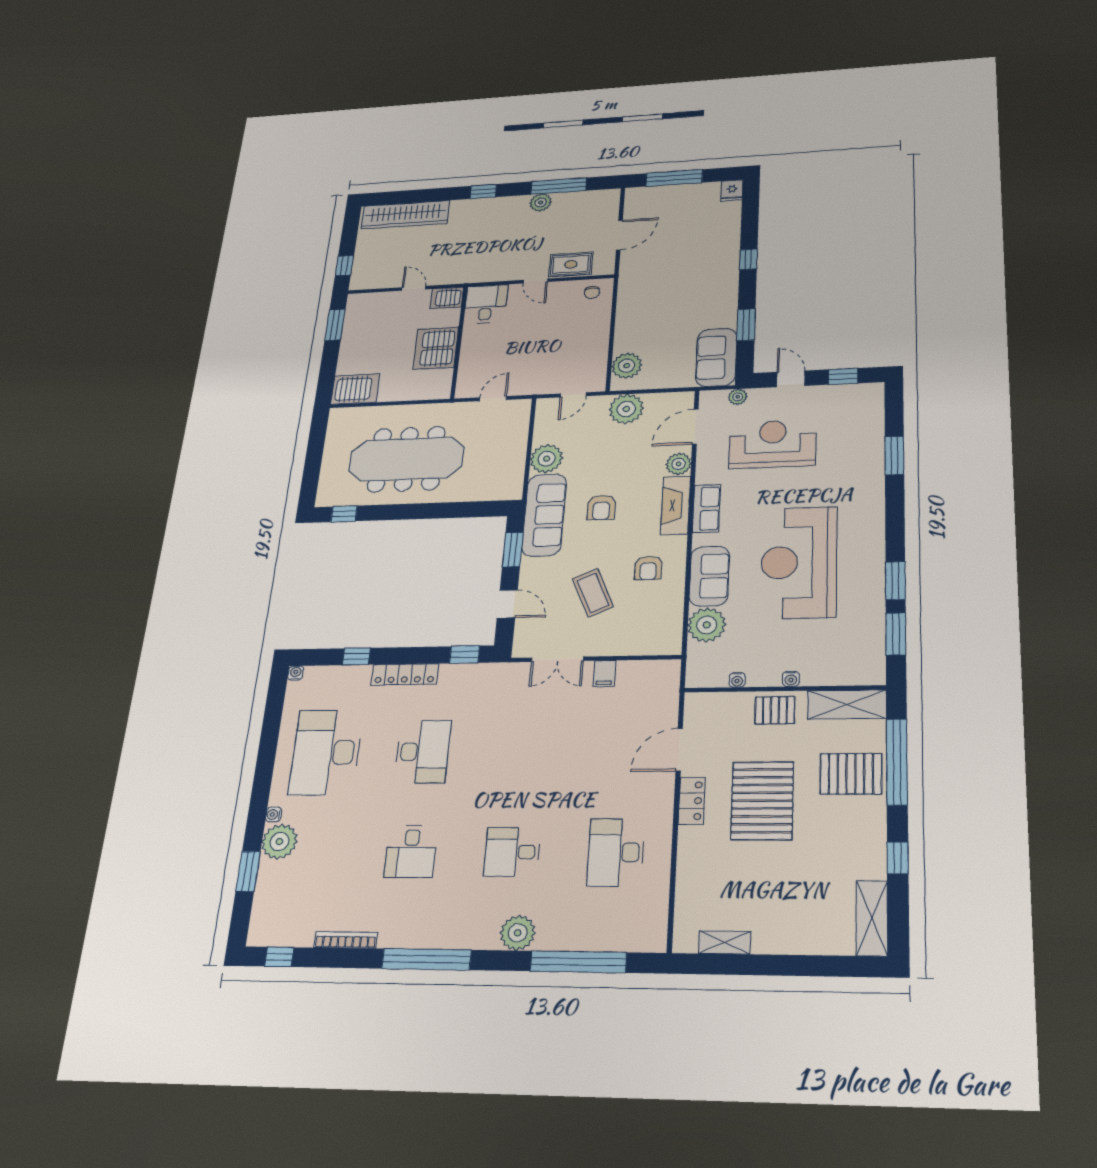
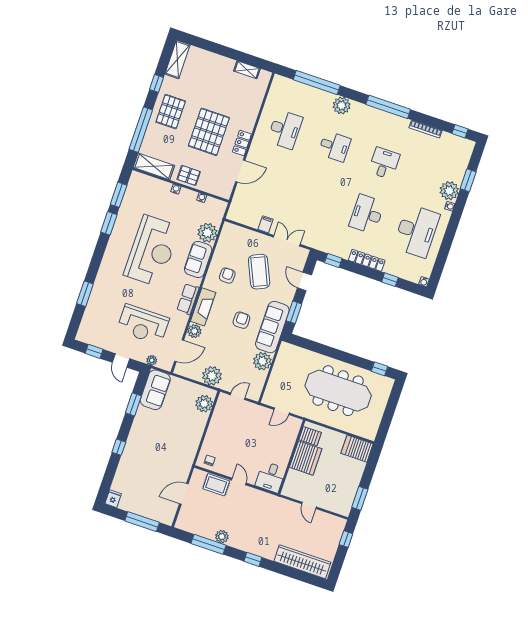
server rack: (447, 298) -> (310, 436), moved
coffee table: (593, 593) -> (259, 272), width x1.36, depth x1.32
pallet: (851, 774) -> (171, 112), moved, turned 90

